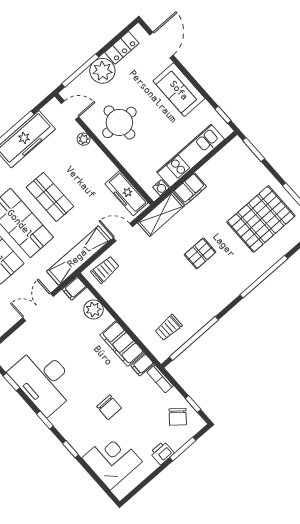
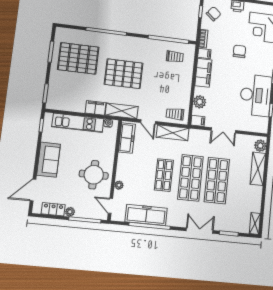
plant: (102, 71) -> (70, 212), width x0.53, depth x0.53
pallet: (200, 253) -> (124, 74), width x2.05, depth x2.00
shelving: (79, 256) -> (173, 133), width x0.68

